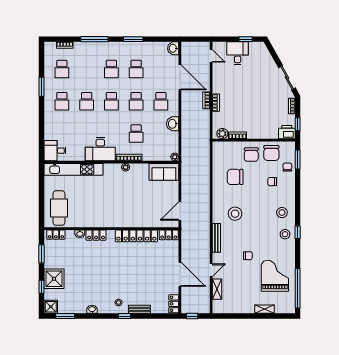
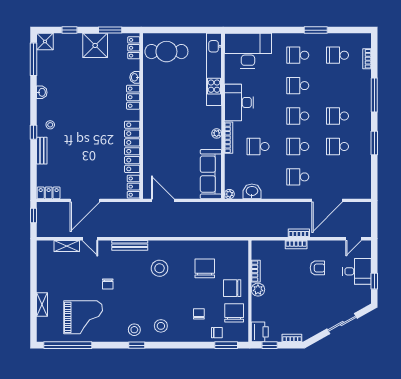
washbasin: (173, 48) -> (363, 192), removed
sliding door: (287, 78) -> (342, 324), moved
armchair: (235, 85) -> (317, 268), added
washbasin: (173, 124) -> (252, 191), moved
plant: (222, 134) -> (258, 290), moved
desk: (55, 151) -> (248, 51), width x1.87, depth x1.30
chair: (271, 153) -> (234, 313), turned 90
sofa: (164, 172) -> (211, 174), width x1.36
shower: (54, 279) -> (95, 45), moved
window: (65, 316) -> (34, 59), width x1.44

